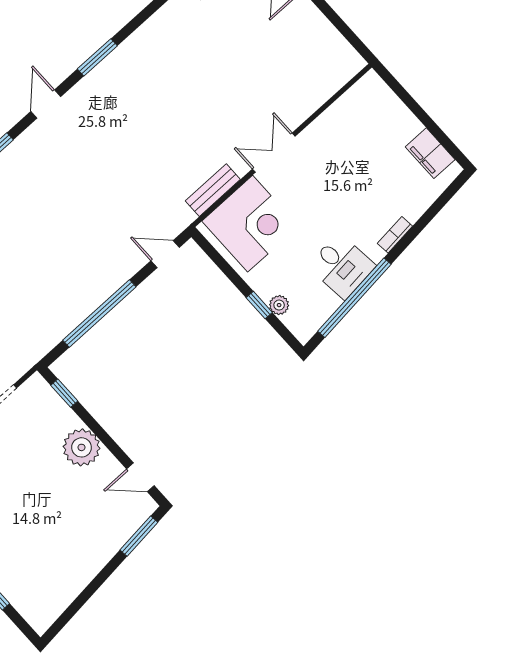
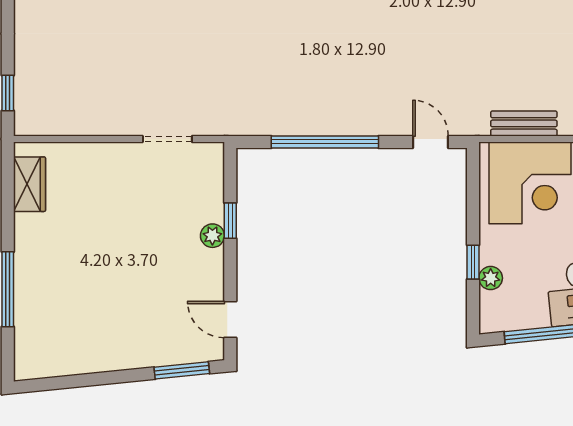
window: (64, 393) -> (230, 221), moved
plant: (82, 447) -> (212, 236), width x0.53, depth x0.53

